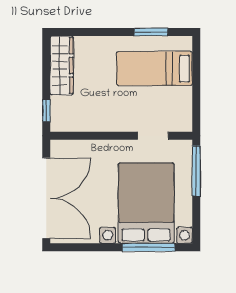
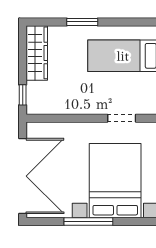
window: (151, 32) -> (82, 22), moved
window: (148, 247) -> (88, 222), moved

